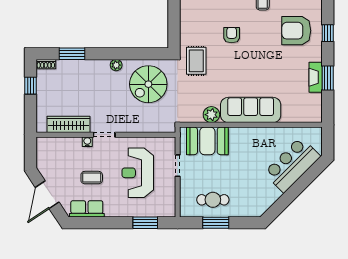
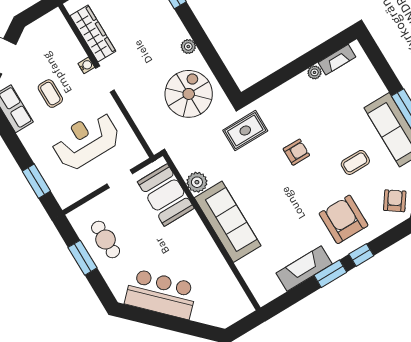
fireplace: (316, 77) -> (304, 268), width x1.37, depth x1.32
window: (328, 78) -> (330, 274), moved
spiral stairs: (148, 84) -> (189, 94), turned 90
bar counter: (292, 165) -> (161, 294), moved

